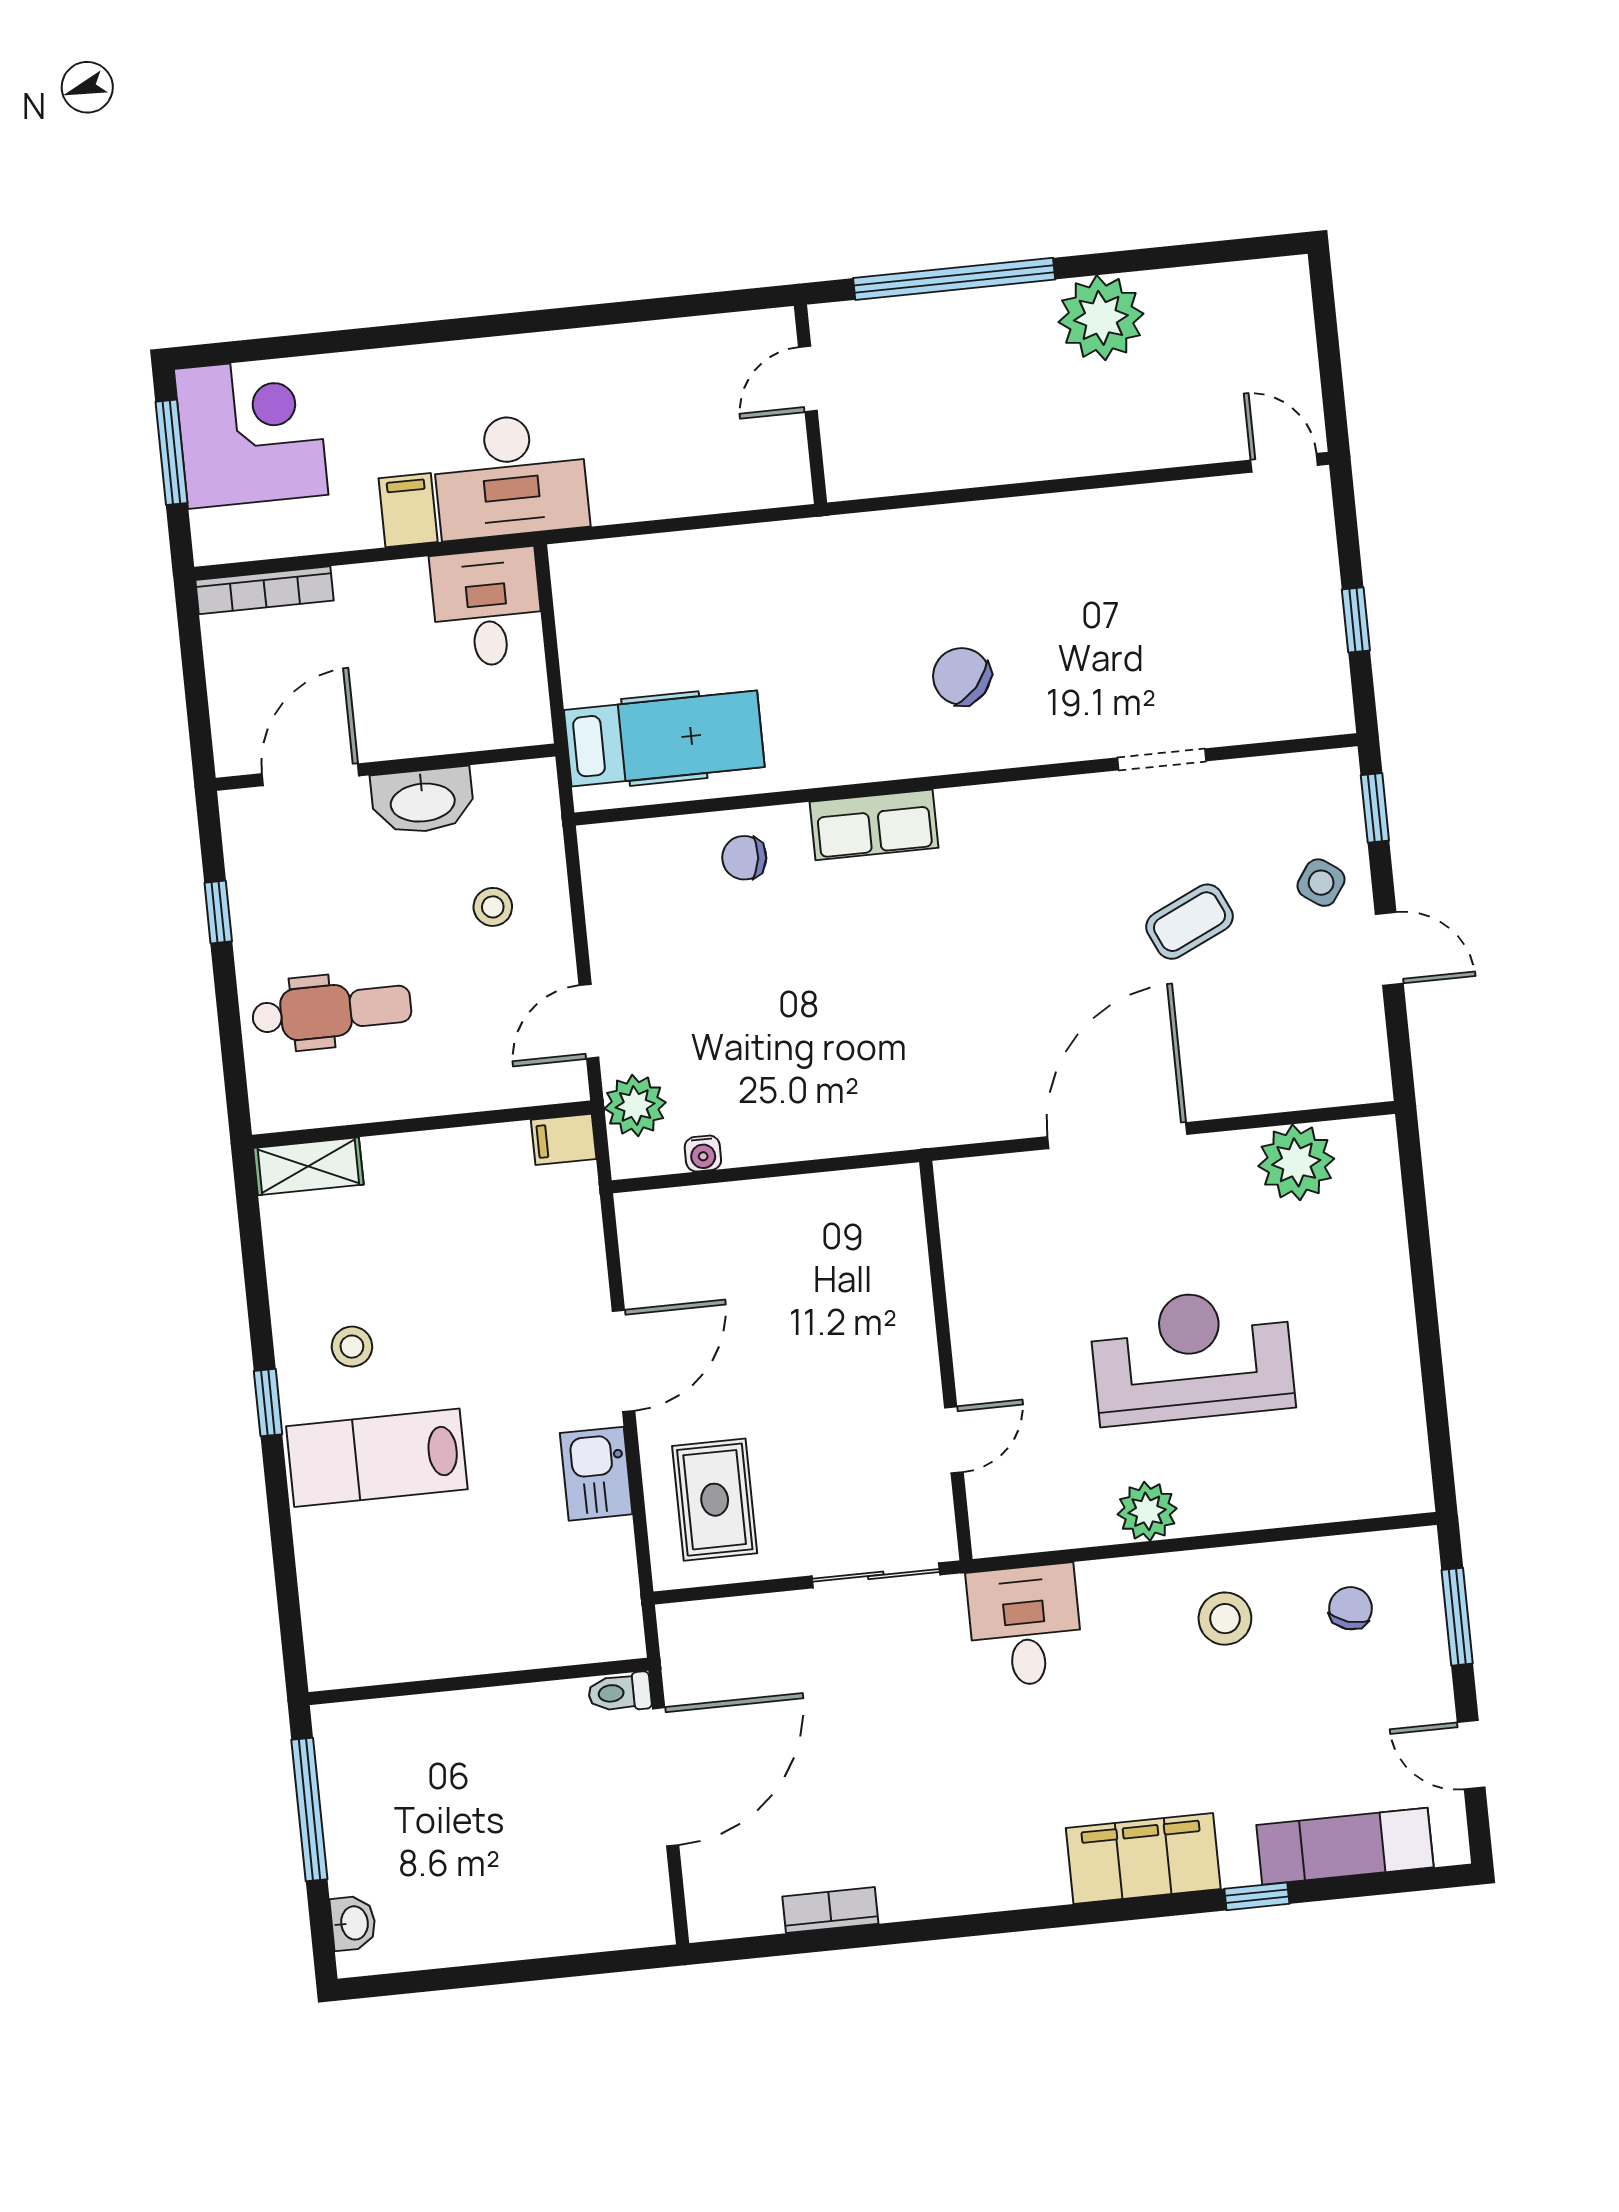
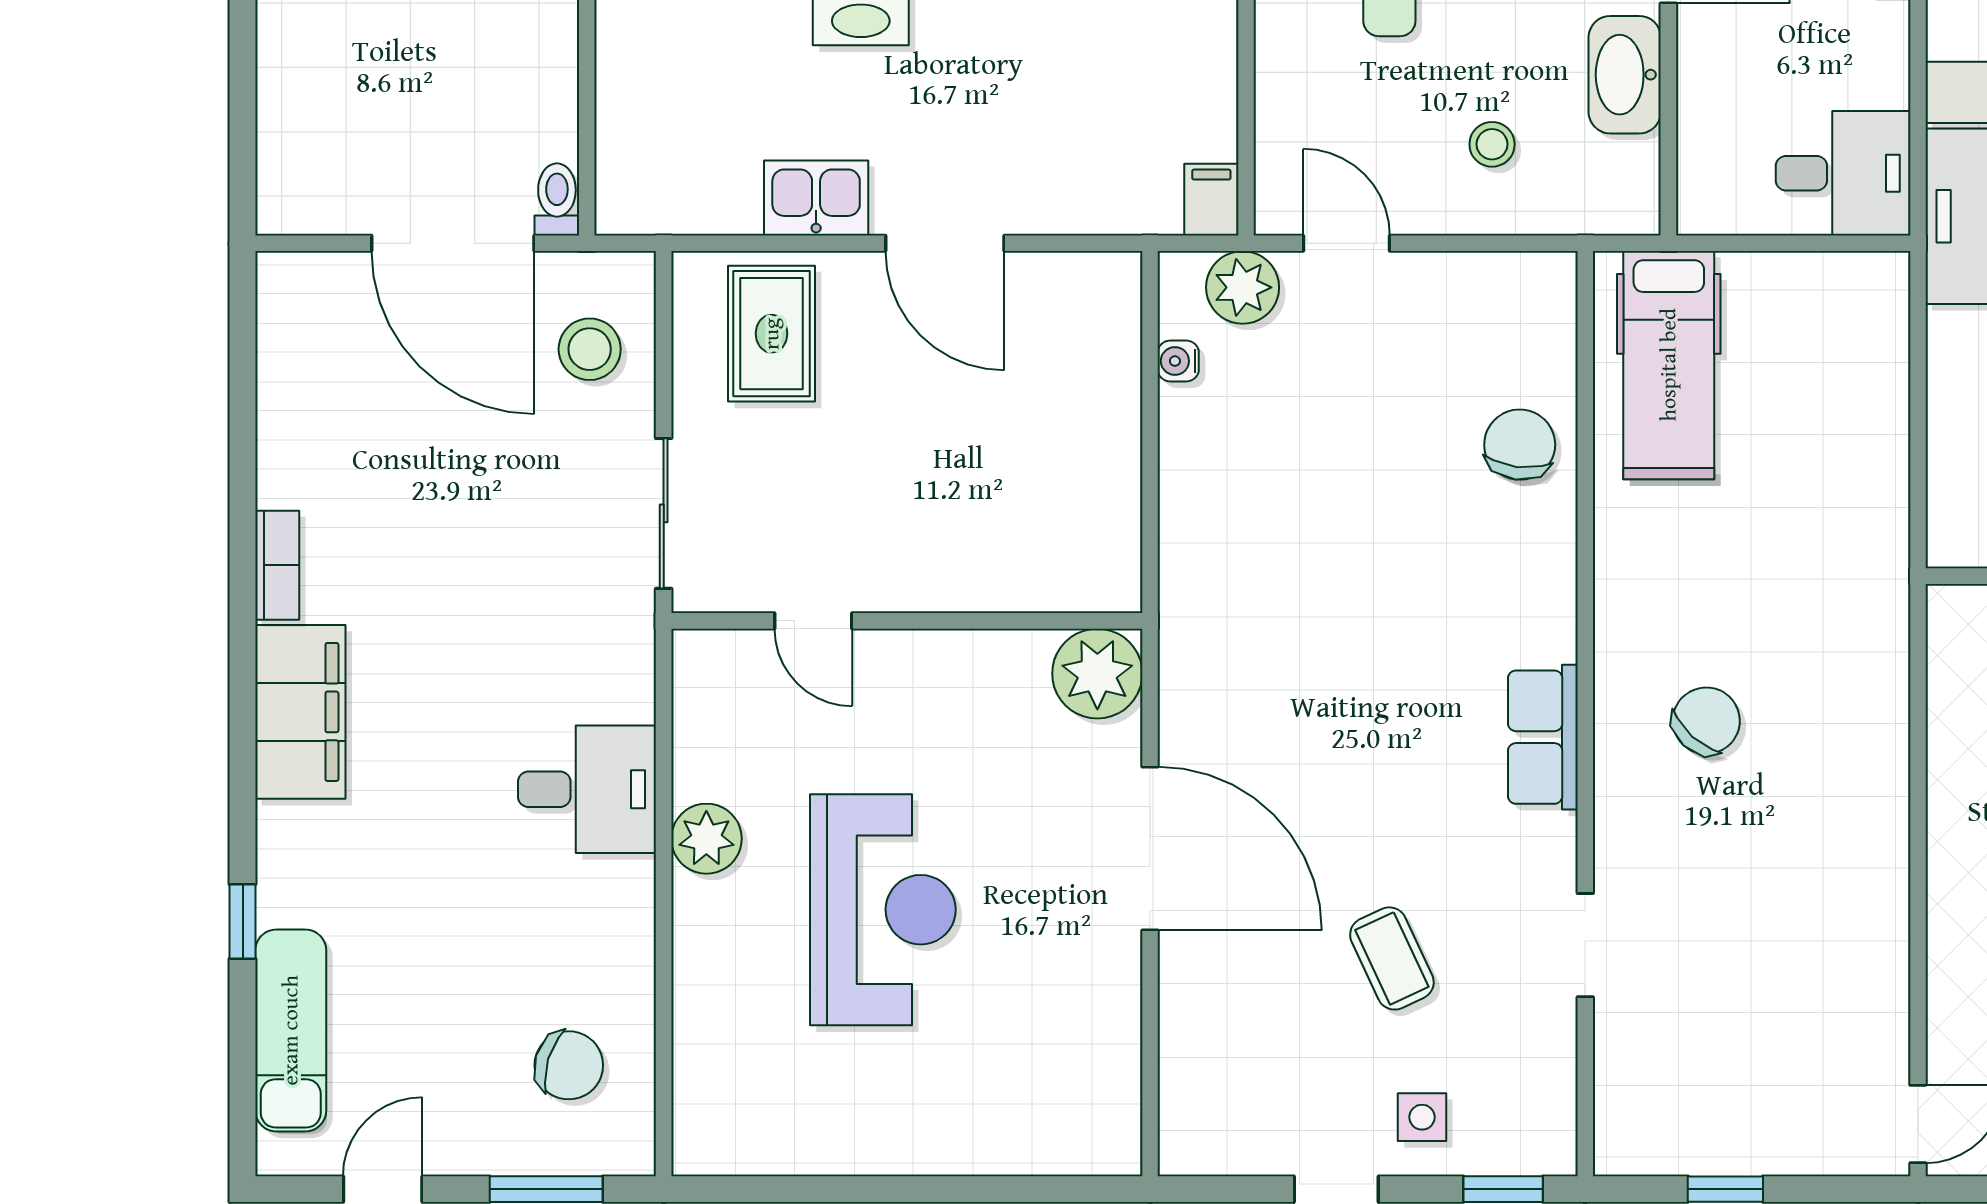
row of seats: (874, 825) -> (1543, 737), moved
chair: (744, 858) -> (1520, 445), width x1.37, depth x1.37
side table: (1321, 883) -> (1422, 1117), turned -35
plant: (1296, 1162) -> (1097, 674), moved
rug: (715, 1500) -> (772, 334), turned 90
chair: (1350, 1608) -> (569, 1065), width x1.37, depth x1.37
stool: (1225, 1619) -> (590, 349), moved
desk: (1025, 1626) -> (587, 789), moved
filing cabinet: (1143, 1858) -> (300, 712), moved
bookcase: (830, 1910) -> (277, 565), moved

